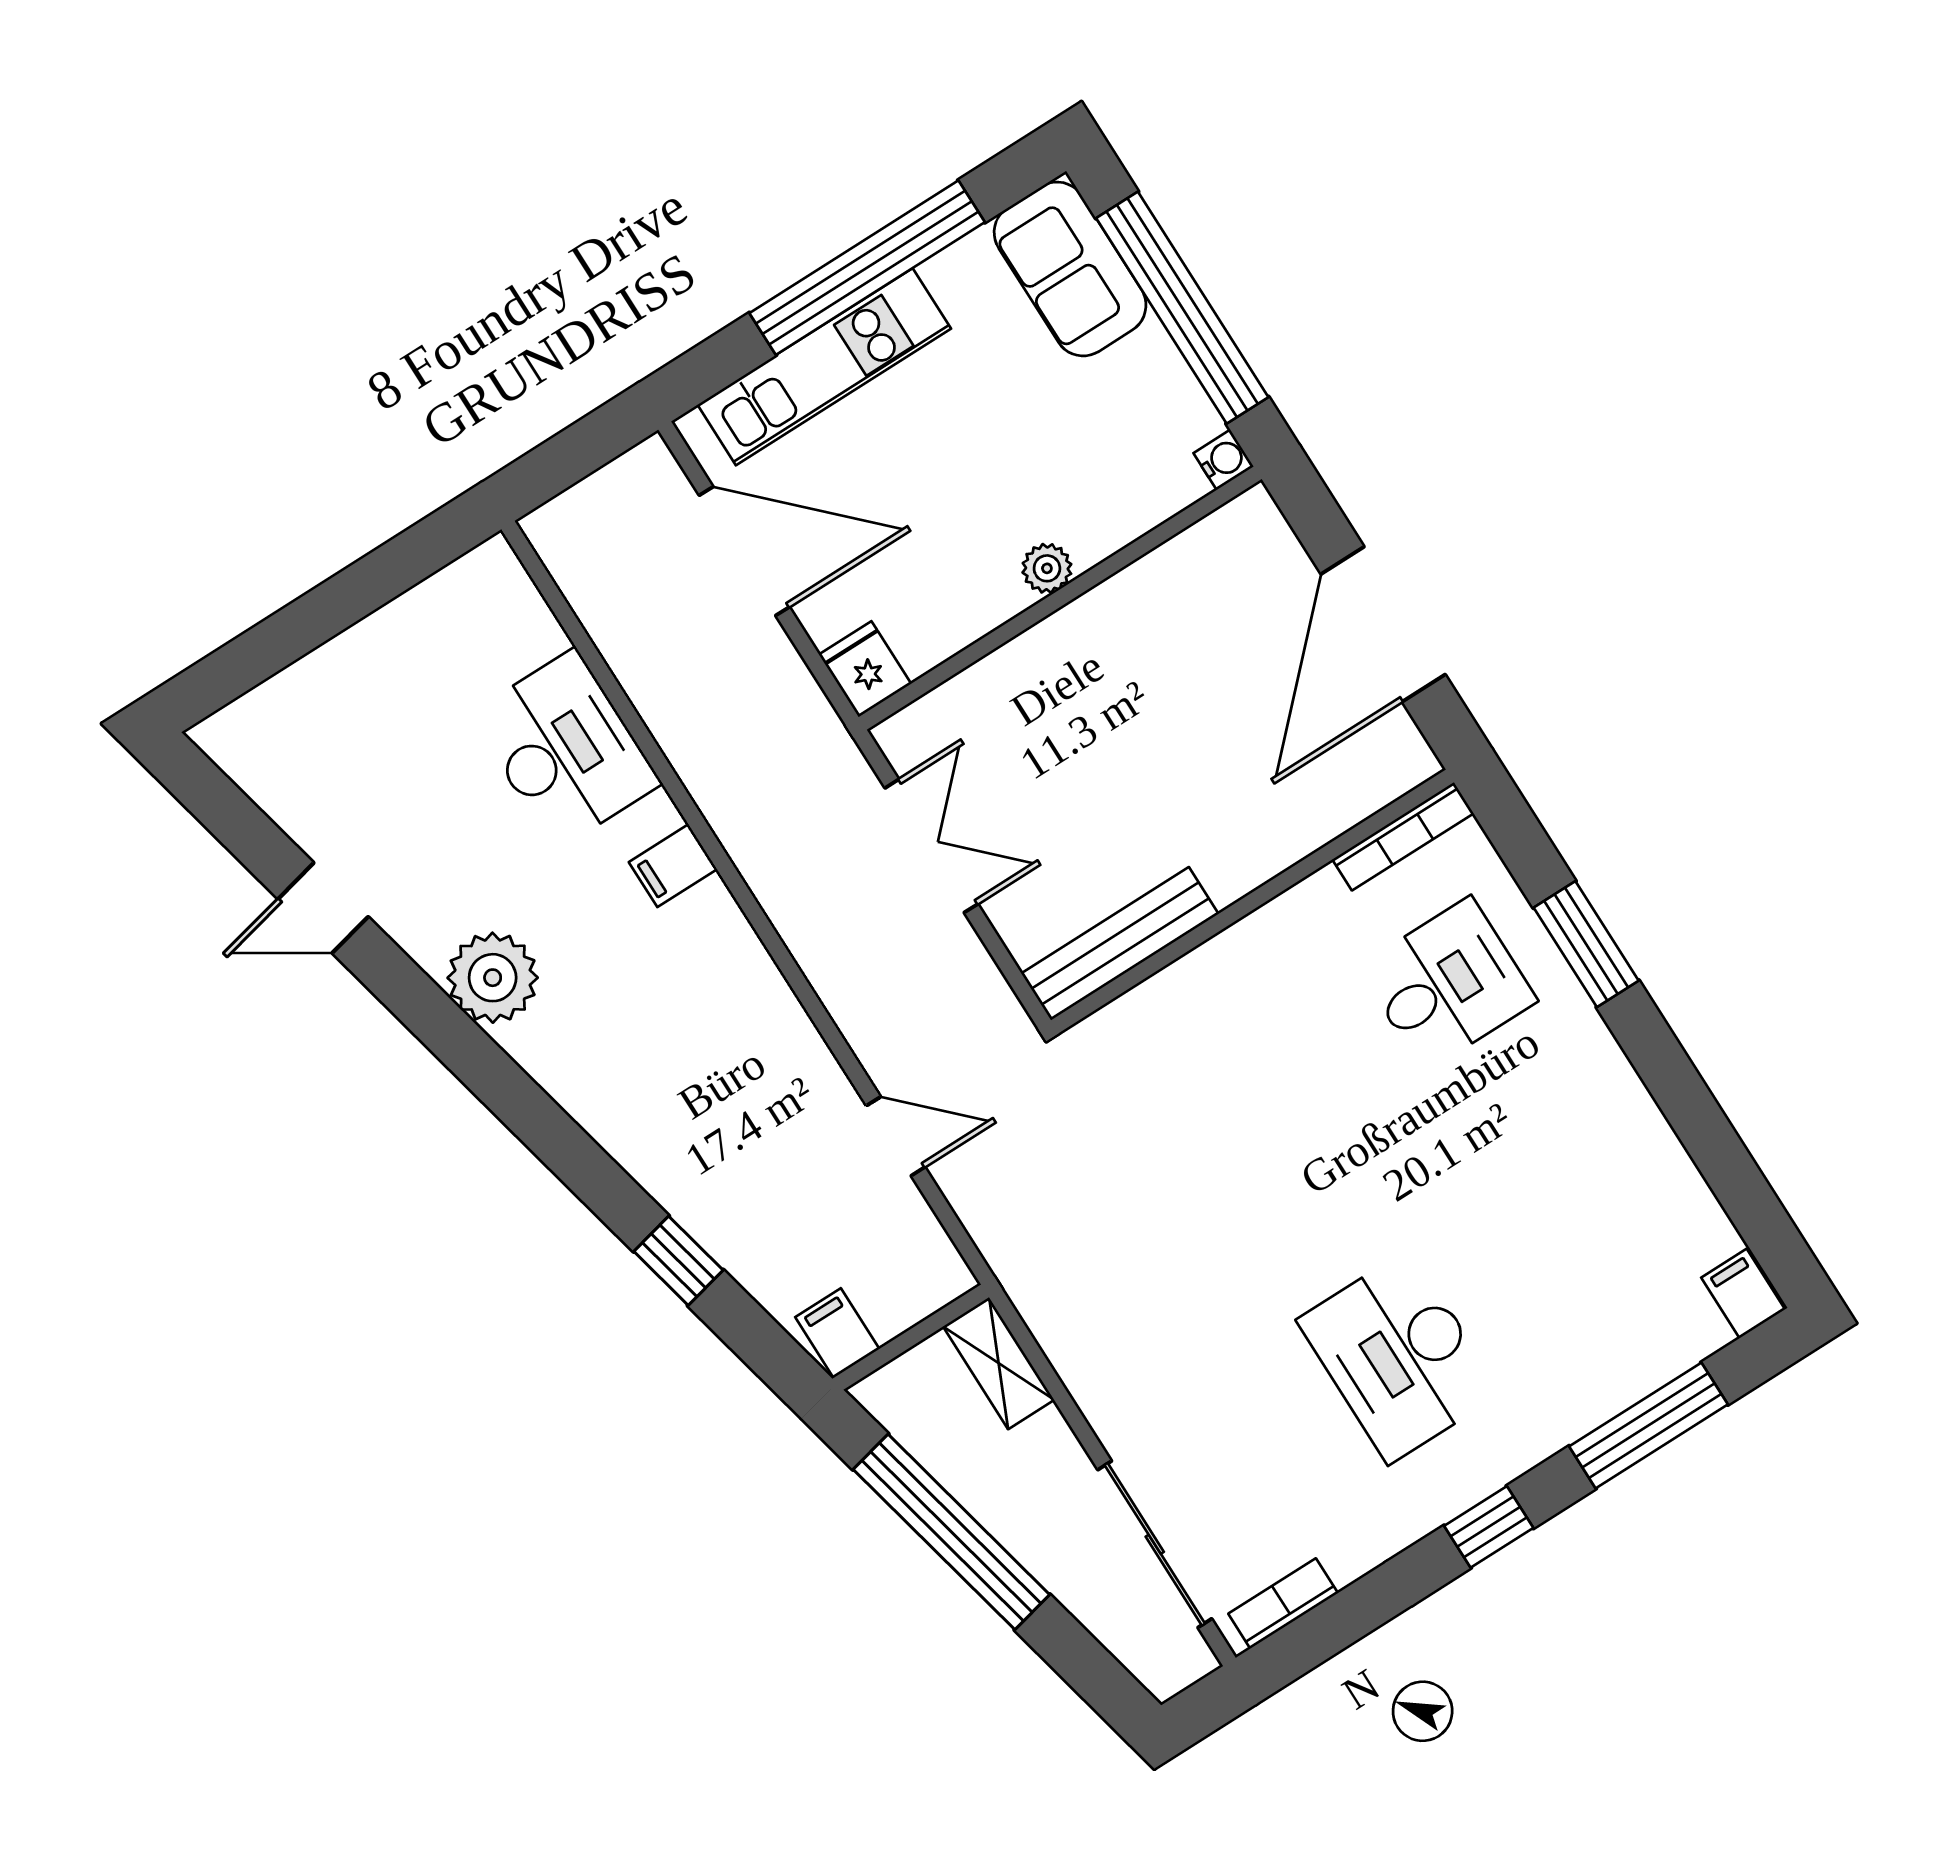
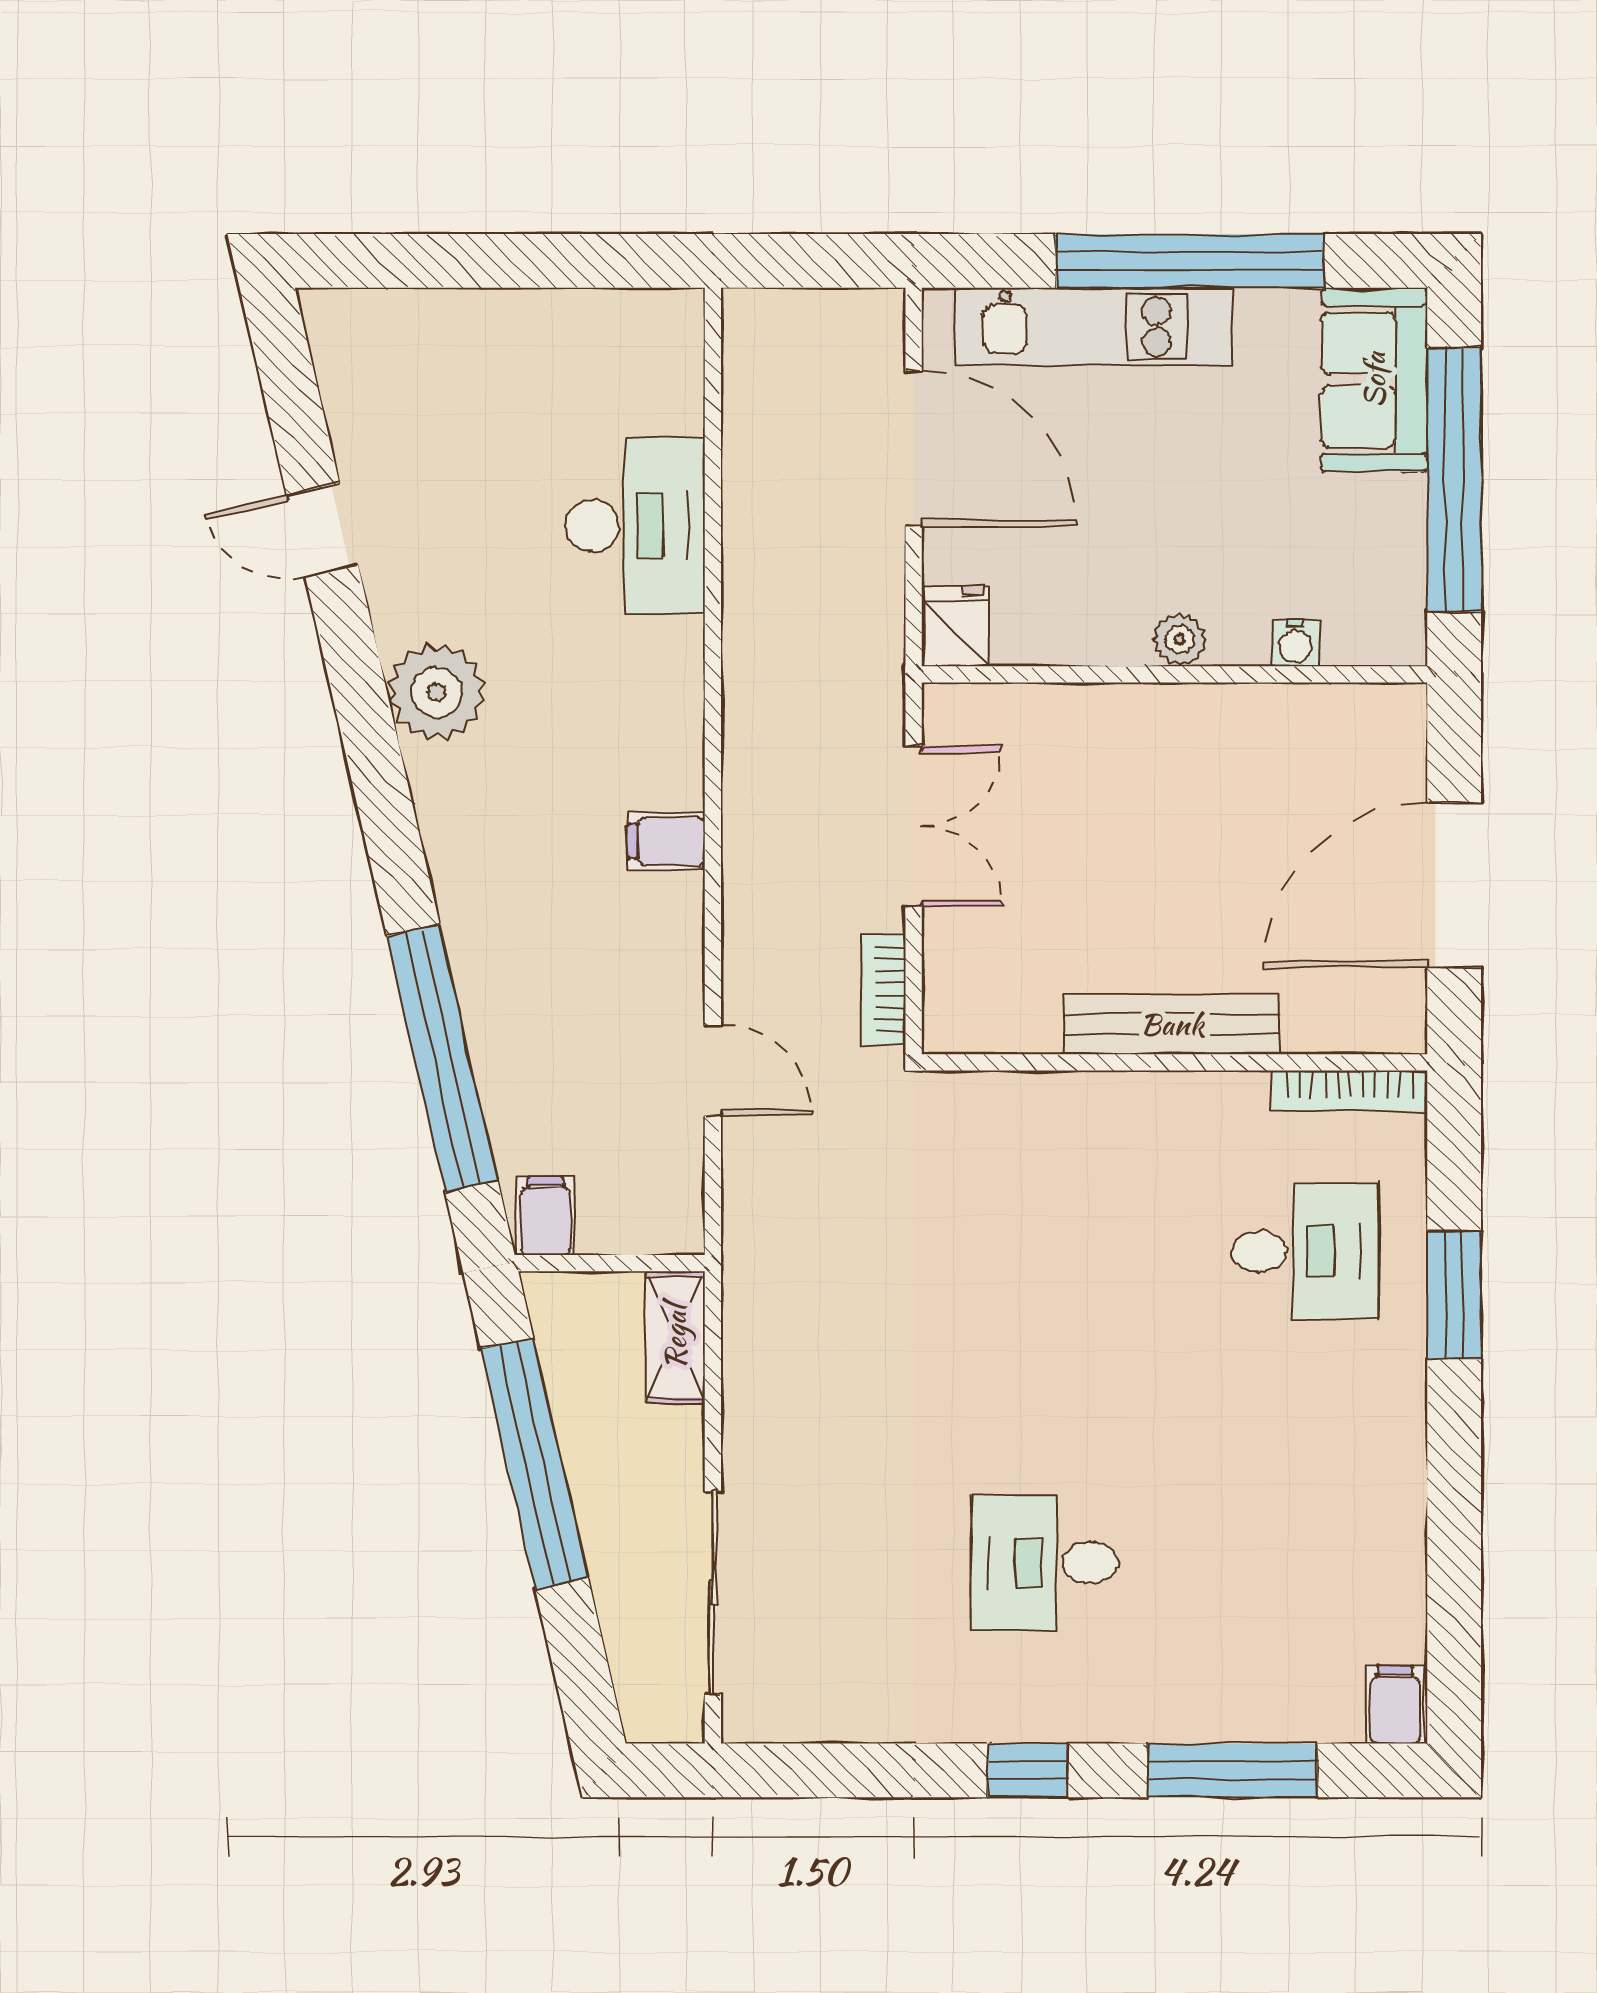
water cooler: (1223, 460) -> (1296, 643), moved, turned 90
filing cabinet: (673, 866) -> (666, 841), moved
bench: (1120, 944) -> (1172, 1024), moved
window: (678, 1261) -> (442, 1058), width x3.17
desk: (1399, 1357) -> (1045, 1563), width x0.73
bookcase: (1283, 1603) -> (883, 990), moved, turned -90

